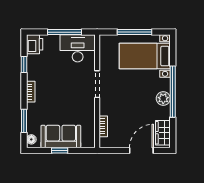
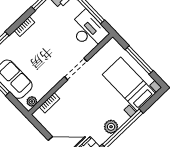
plant: (90, 138) -> (32, 101), added

